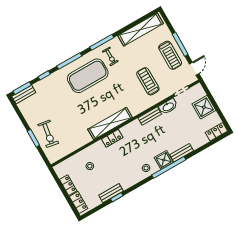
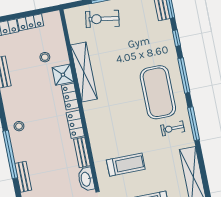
shelving: (110, 123) -> (84, 72), moved
locker: (131, 128) -> (75, 124), added
shower: (164, 160) -> (63, 75), moved

